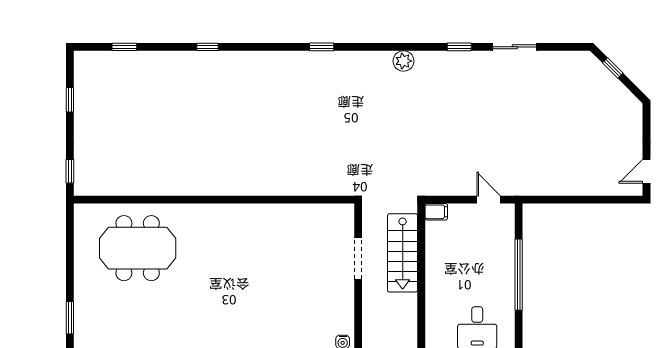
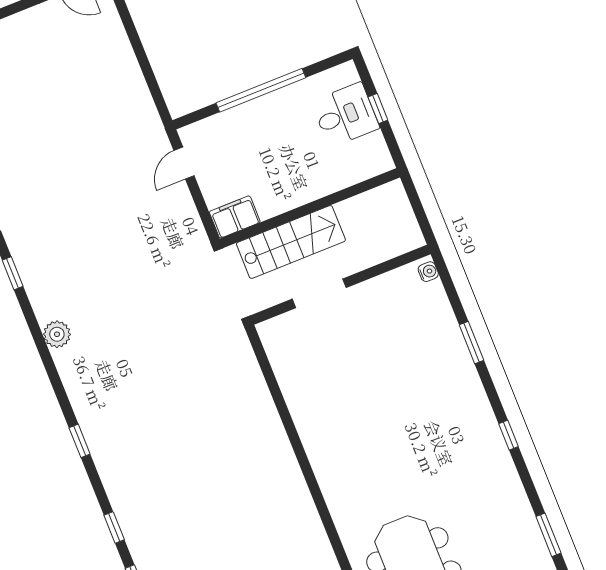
window: (250, 47) -> (114, 527), added
filing cabinet: (436, 212) -> (235, 217), width x2.00

